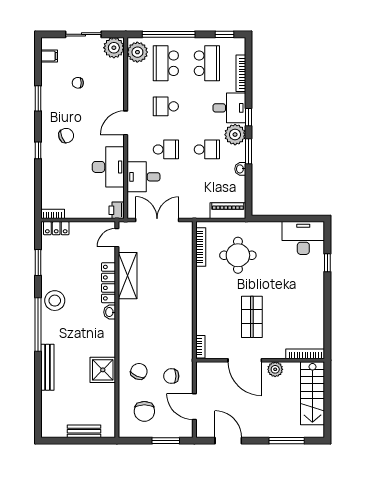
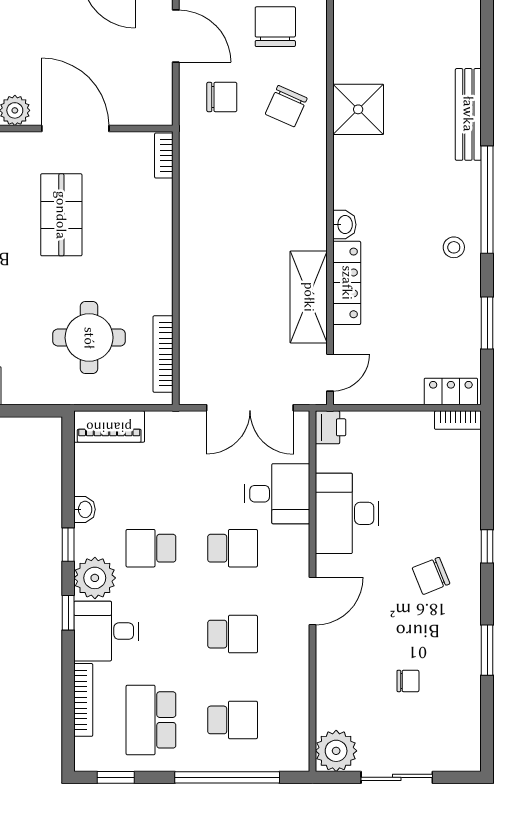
plant: (137, 52) -> (289, 742), removed
filing cabinet: (49, 56) -> (465, 734), removed
school desk: (166, 63) -> (233, 720), width x0.54
school desk: (166, 149) -> (233, 548), turned 180
window: (248, 151) -> (68, 545), width x0.67
stool: (55, 301) -> (454, 247), width x0.53, depth x0.53

